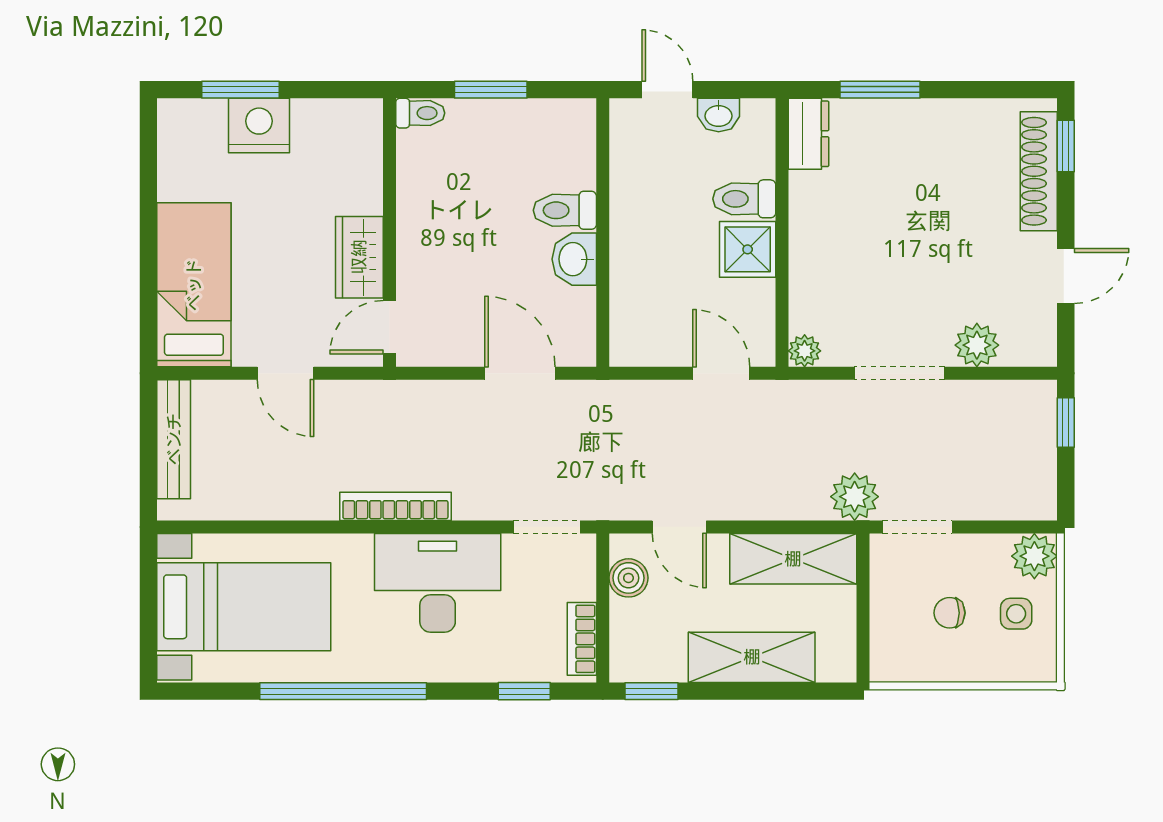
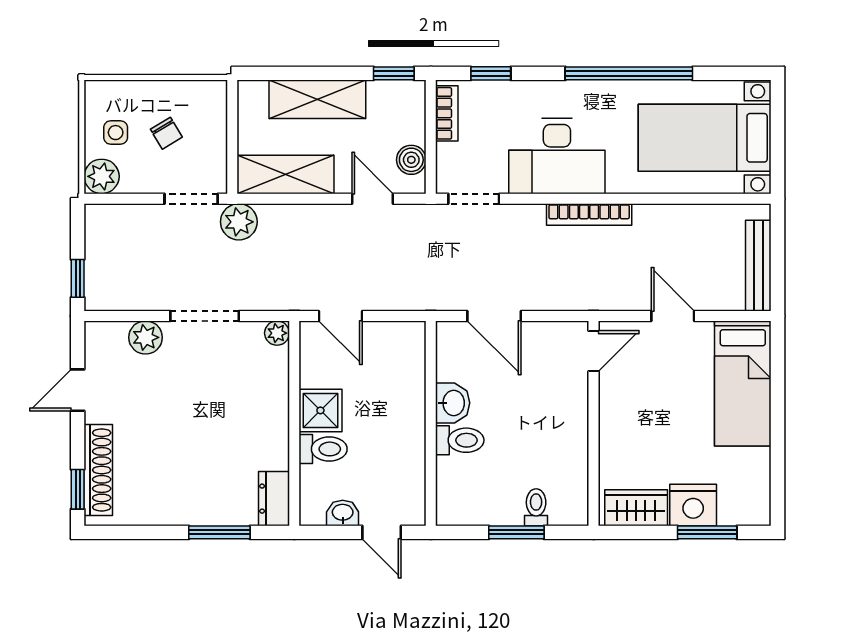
toilet: (420, 113) -> (536, 507), moved, turned 90
wardrobe: (359, 257) -> (636, 508), moved, turned -90
chair: (950, 613) -> (166, 133), turned 59

